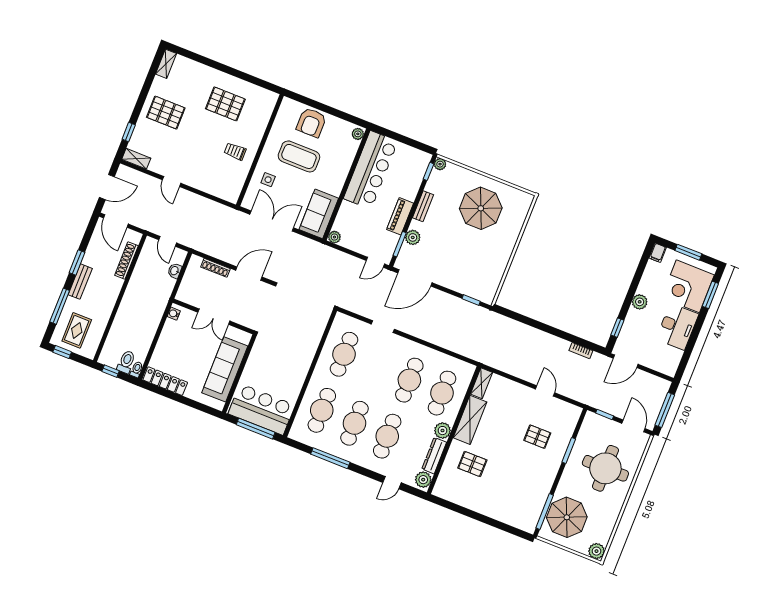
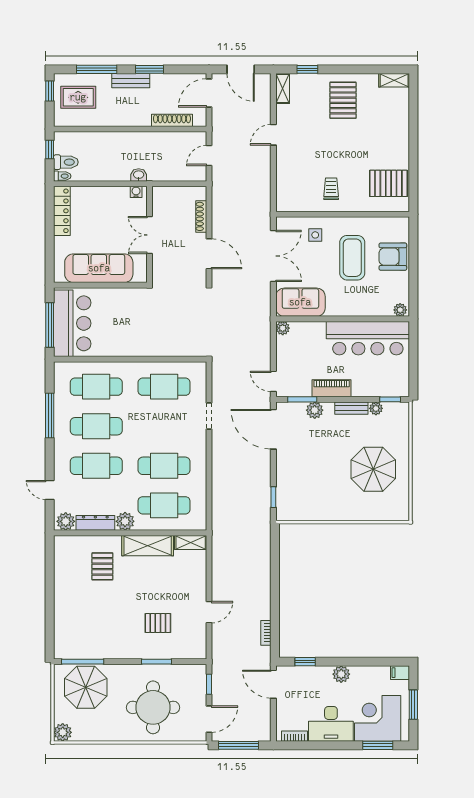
pallet: (225, 104) -> (388, 183), moved, turned 90
plant: (440, 164) -> (376, 408), moved
washbasin: (175, 271) -> (139, 175), moved
bookcase: (675, 361) -> (294, 736), added
pallet: (537, 437) -> (158, 623), turned 90

